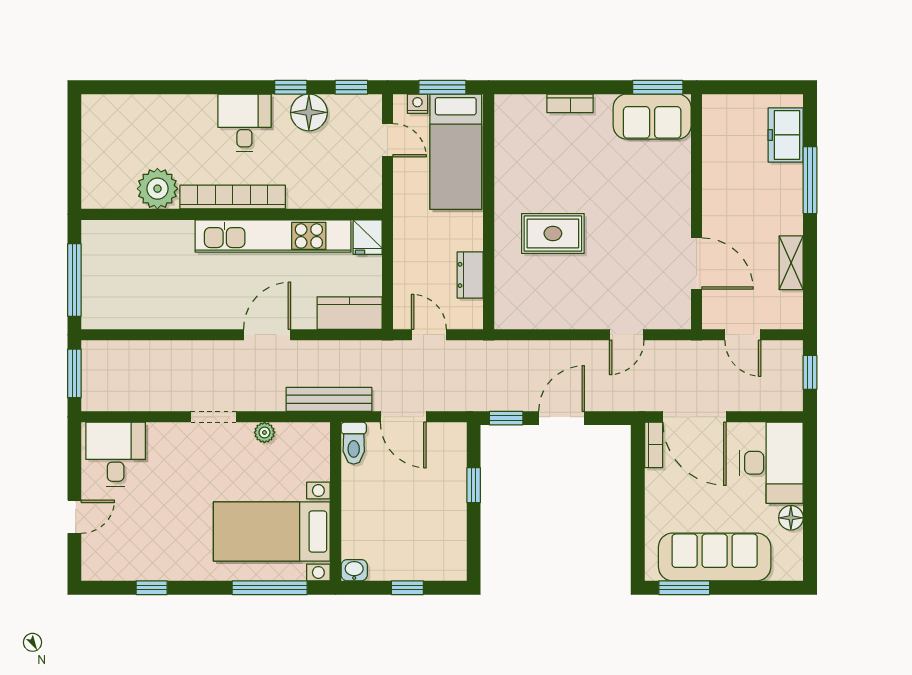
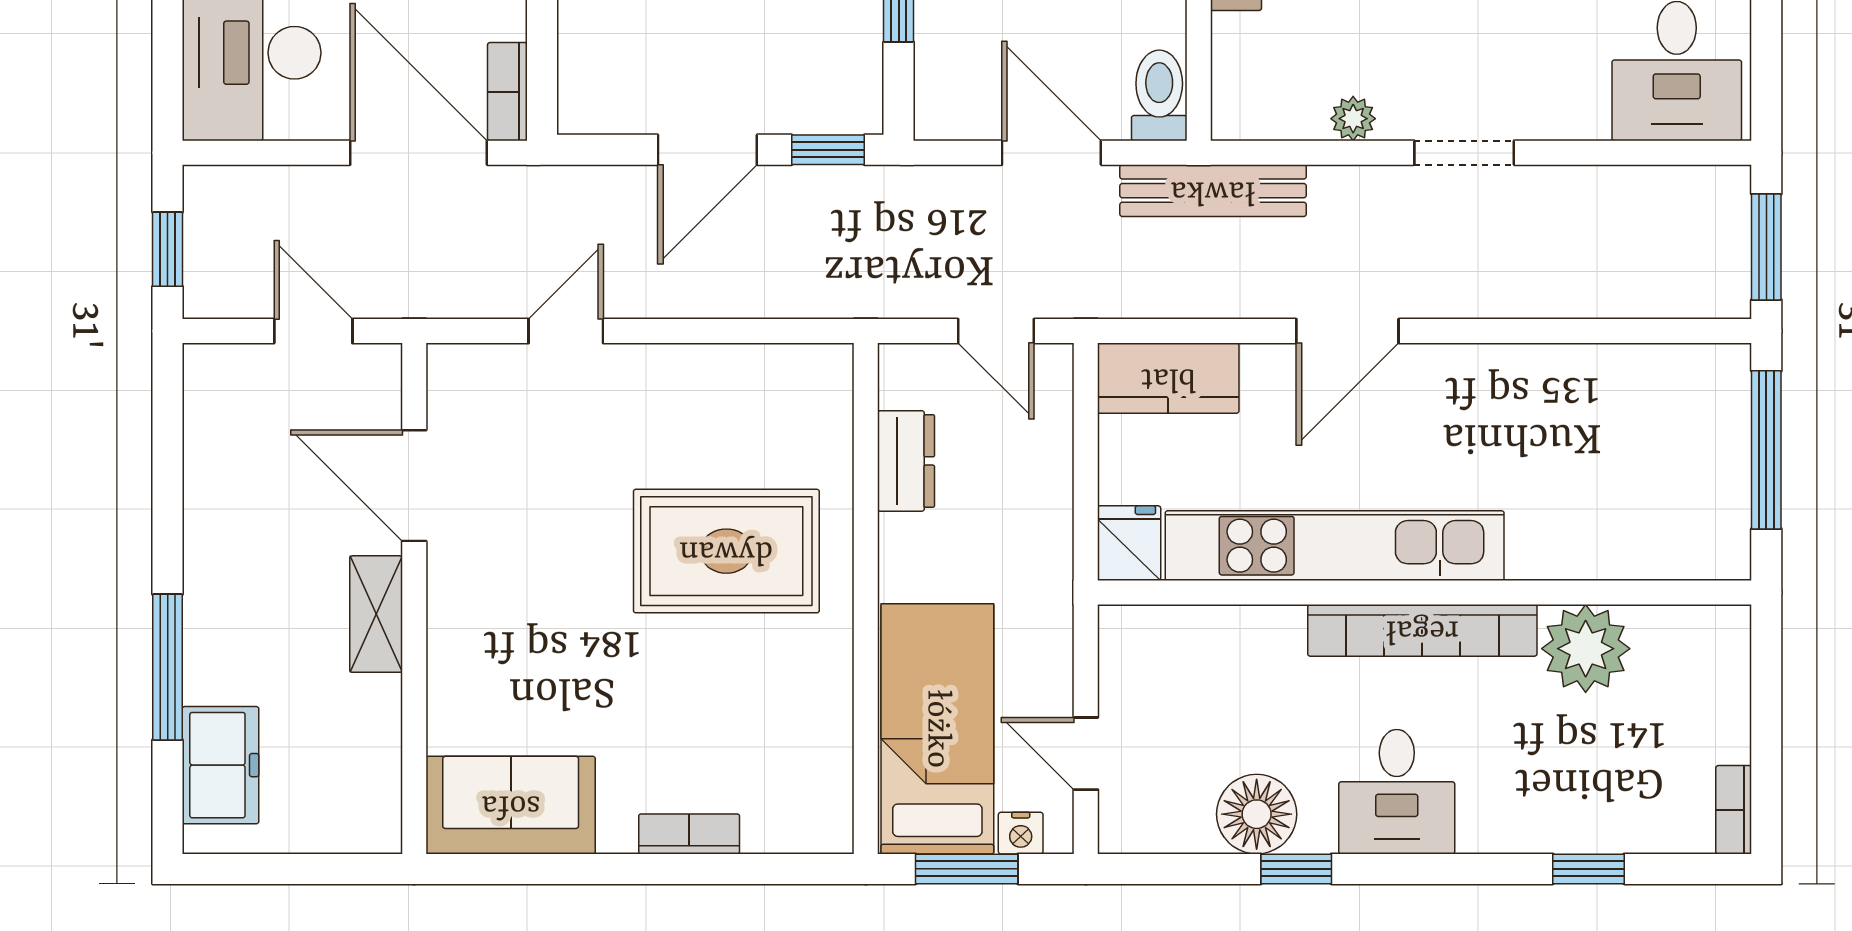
window: (351, 87) -> (1589, 869), moved
window: (658, 87) -> (498, 869), removed
bookcase: (89, 114) -> (1734, 810), added
rug: (553, 233) -> (726, 551), width x1.36, depth x1.43
shelving: (791, 263) -> (376, 614), moved

